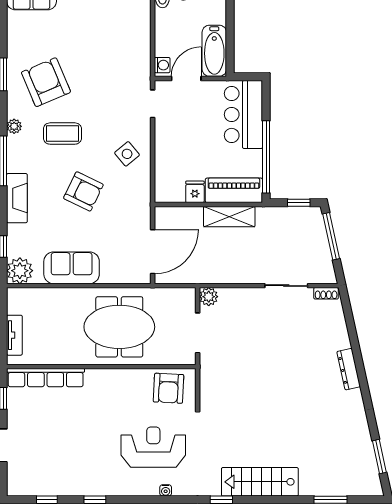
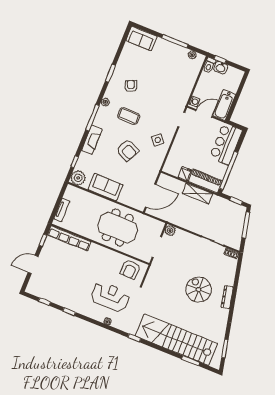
armchair: (46, 82) -> (131, 86), width x0.53, depth x0.53
spiral stairs: (296, 376) -> (199, 290), added
stairs: (260, 482) -> (176, 340), width x1.86, depth x1.51

